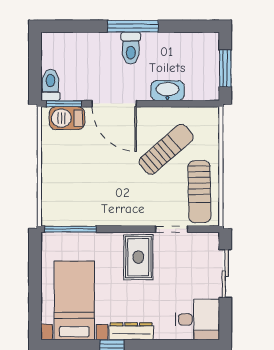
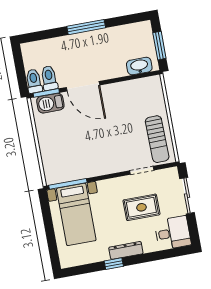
toilet: (131, 48) -> (49, 78), moved, turned 180
washbasin: (167, 91) -> (139, 66), moved
sun lounger: (166, 149) -> (127, 113), removed
rug: (138, 257) -> (141, 207), moved, turned 90
bed with nightstands: (74, 300) -> (76, 214), moved, turned 180

